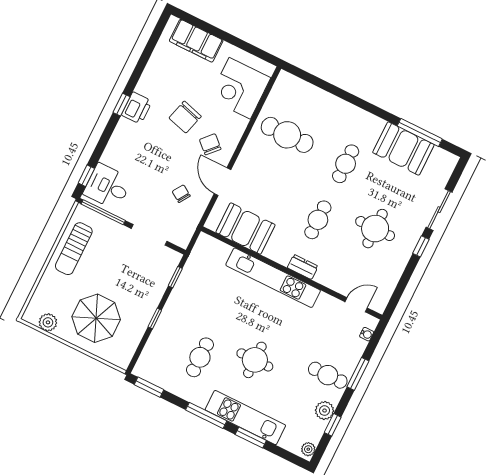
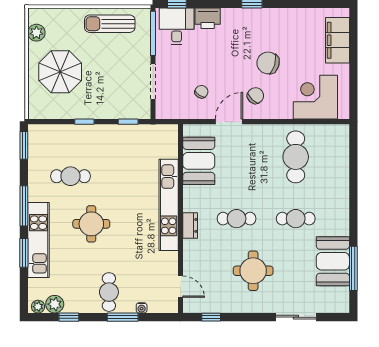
printer: (137, 108) -> (208, 18), moved
window: (421, 246) -> (211, 317), moved
water cooler: (367, 334) -> (142, 308), moved
plant: (325, 411) -> (55, 304), moved

